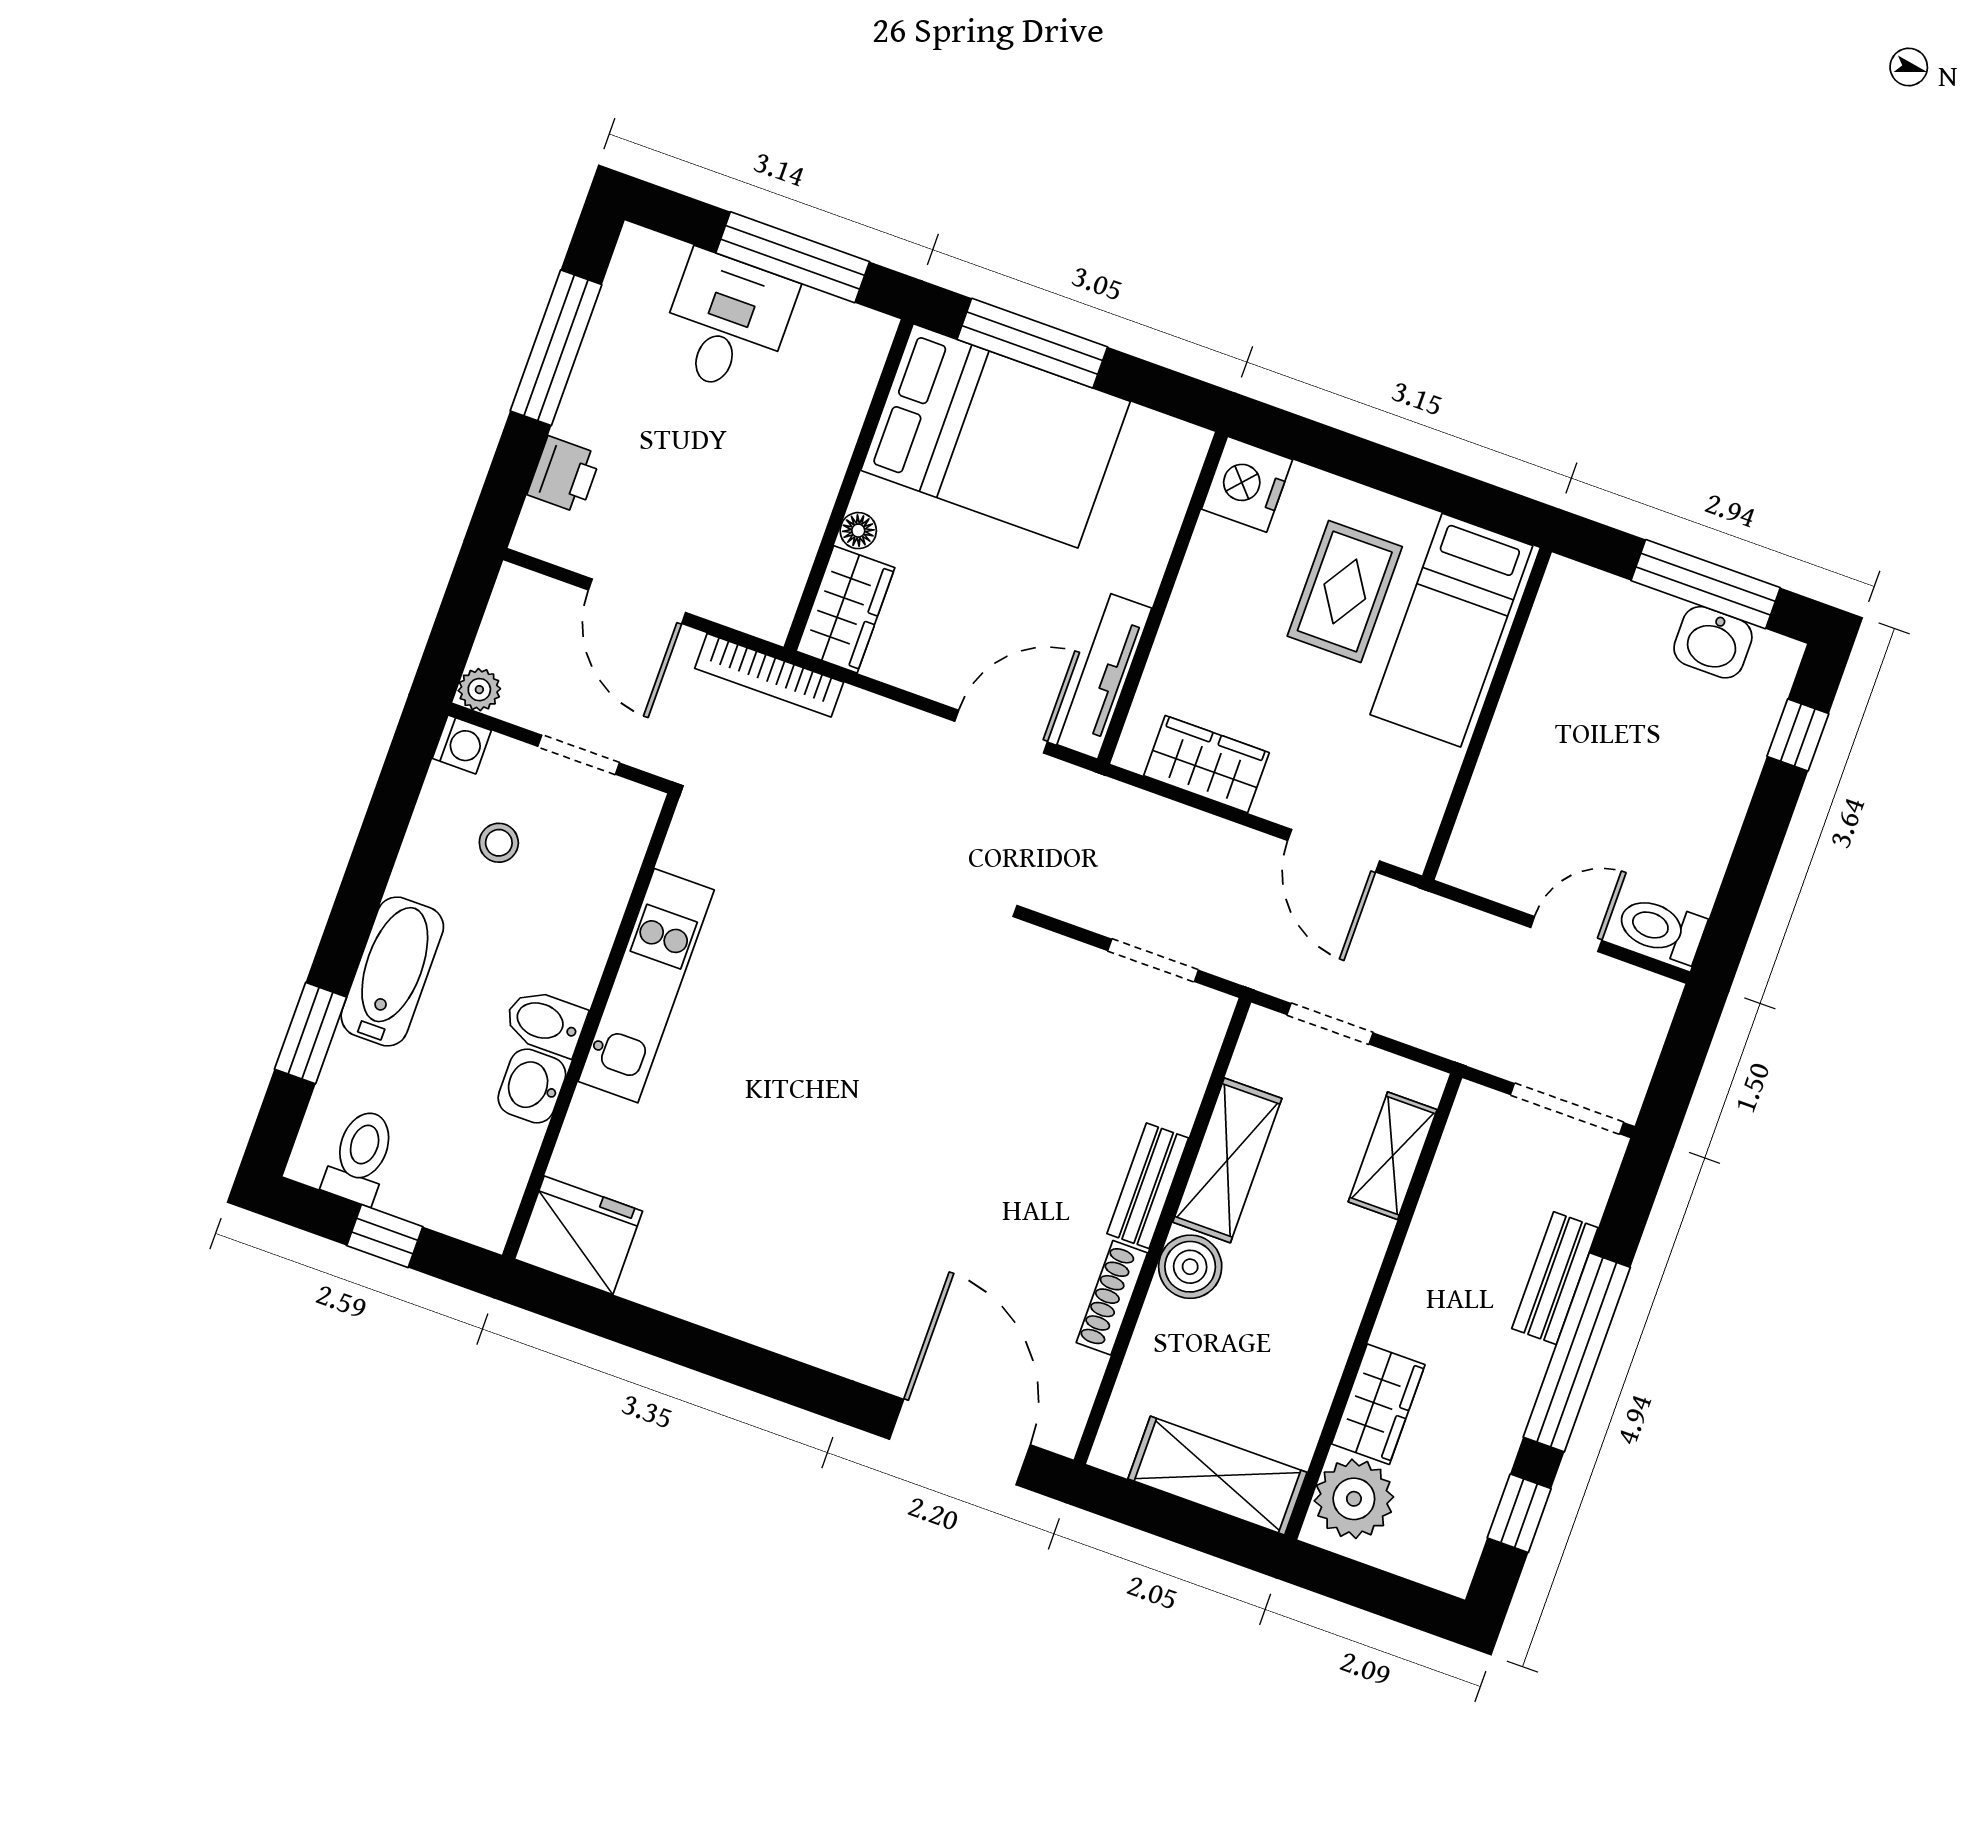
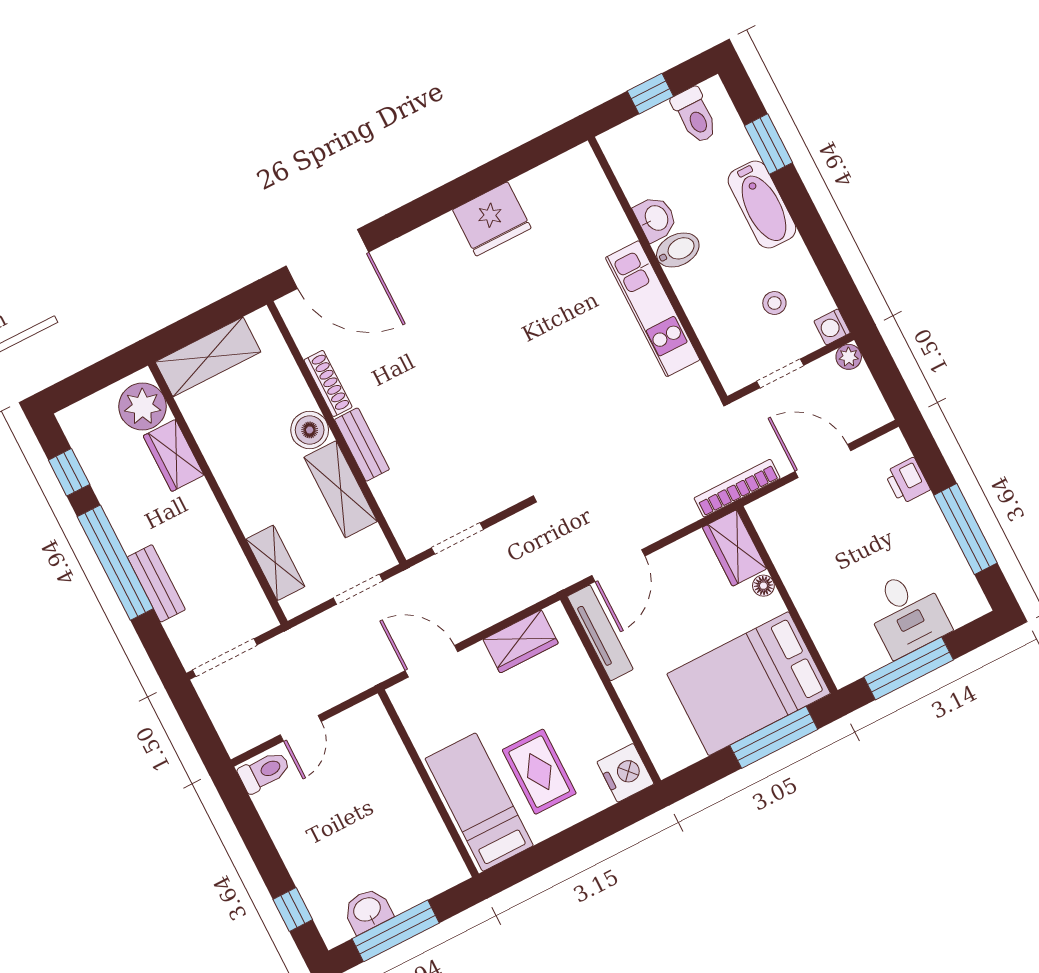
fridge: (578, 1235) -> (492, 219), moved

